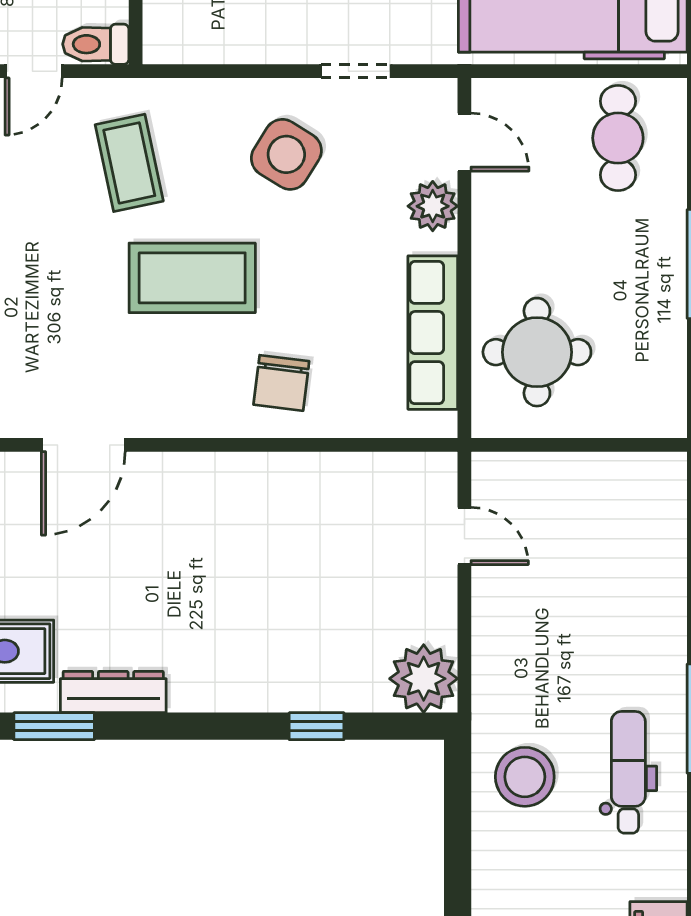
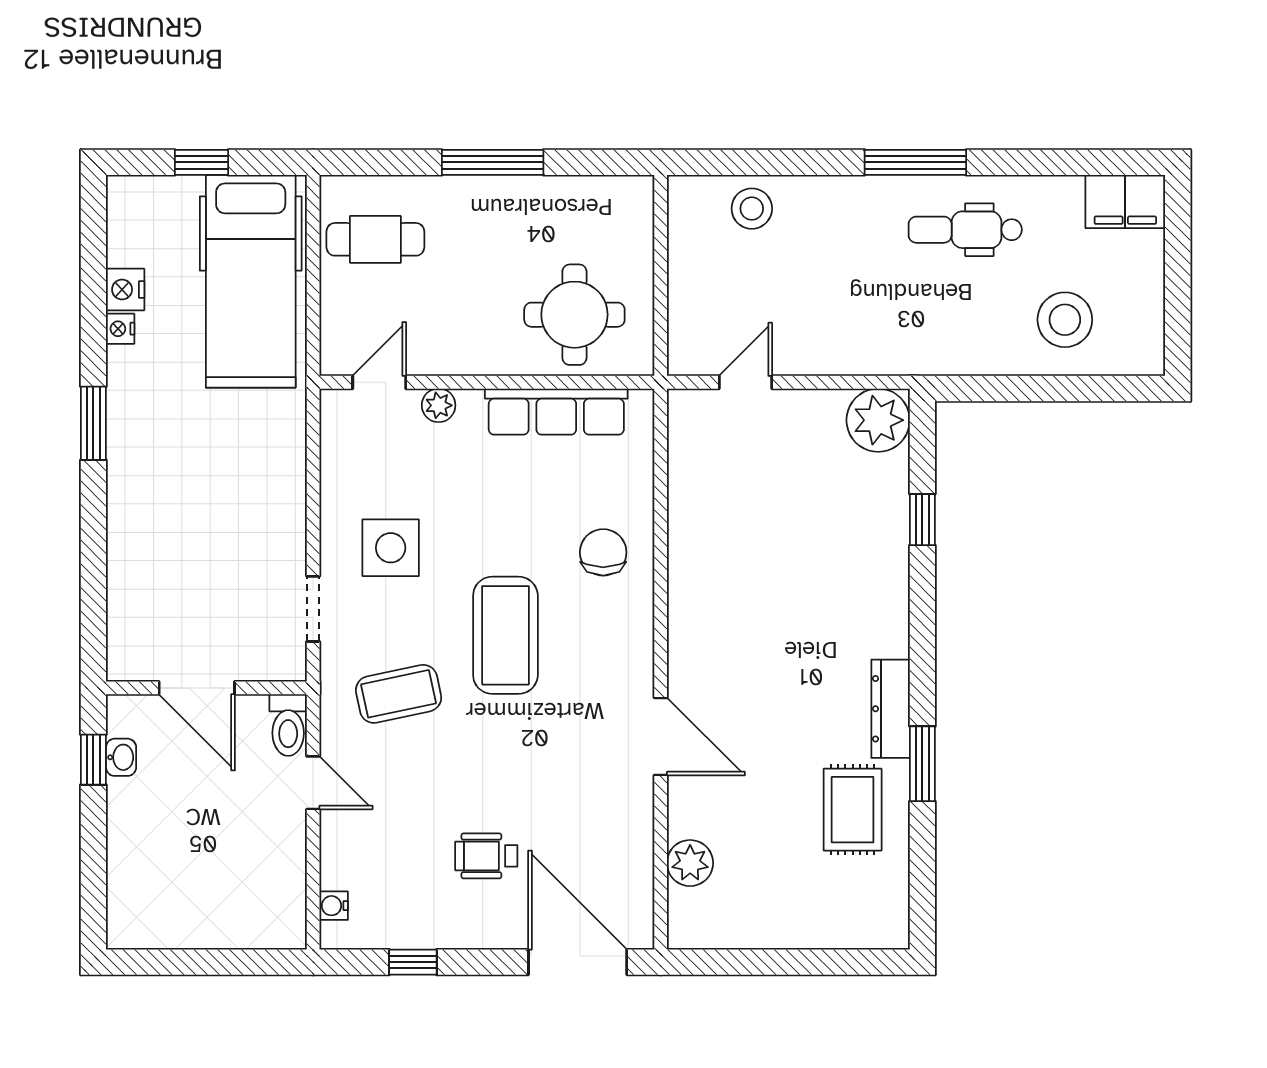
doorway: (356, 71) -> (313, 609), moved
side table: (286, 154) -> (391, 548), turned -32
plant: (433, 206) -> (439, 405), width x0.73, depth x0.73
chair: (281, 383) -> (603, 552), turned -97
stool: (651, 543) -> (752, 209), added
stool: (525, 777) -> (1065, 320), moved

